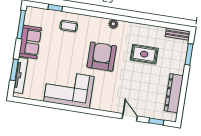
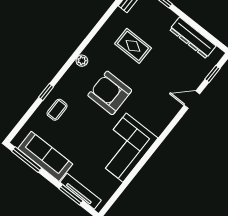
window: (55, 8) -> (46, 92), moved
sofa: (30, 42) -> (45, 156), width x1.36
rug: (144, 54) -> (133, 46), turned 90

